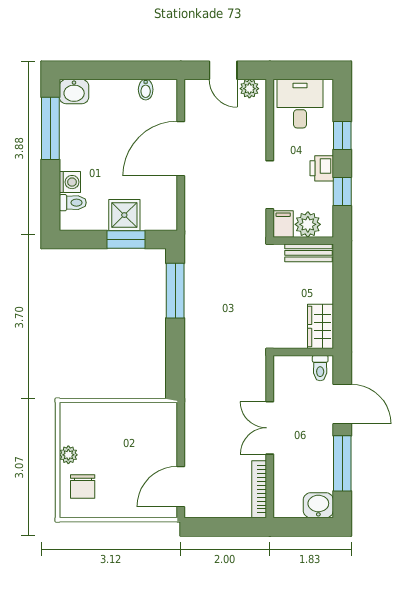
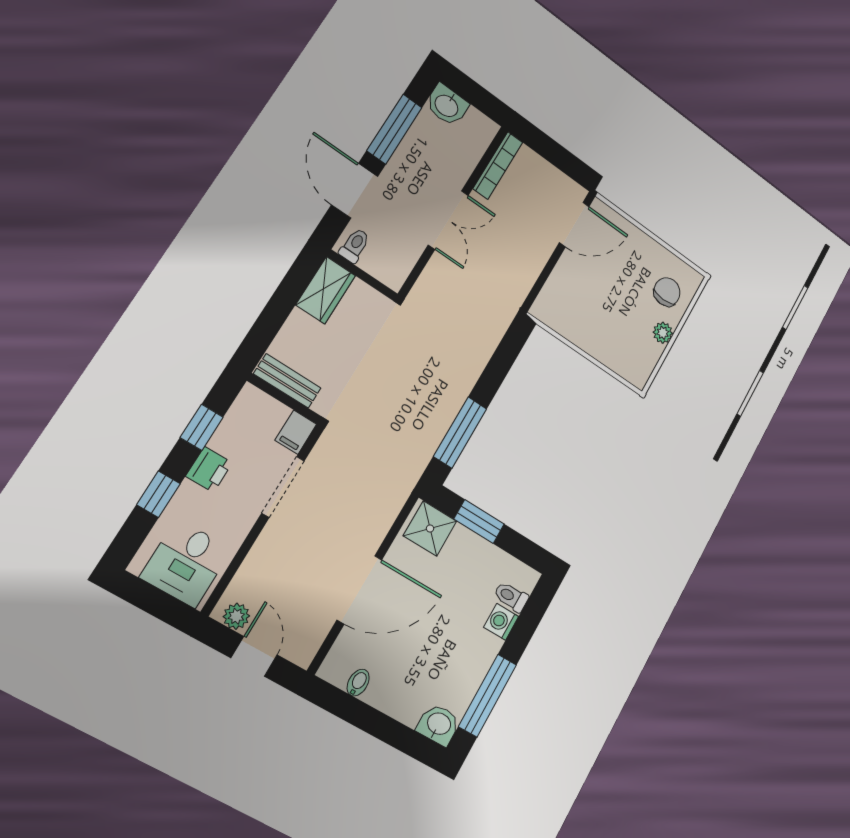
shower: (124, 215) -> (430, 529), moved
plant: (308, 224) -> (267, 414), removed

